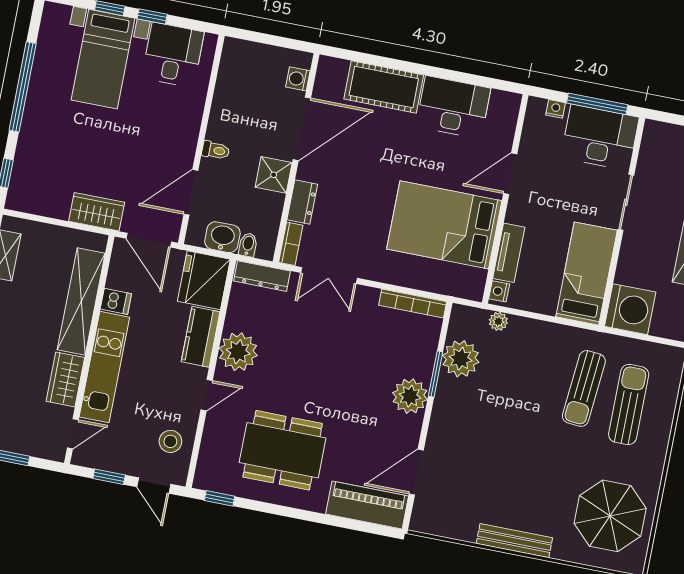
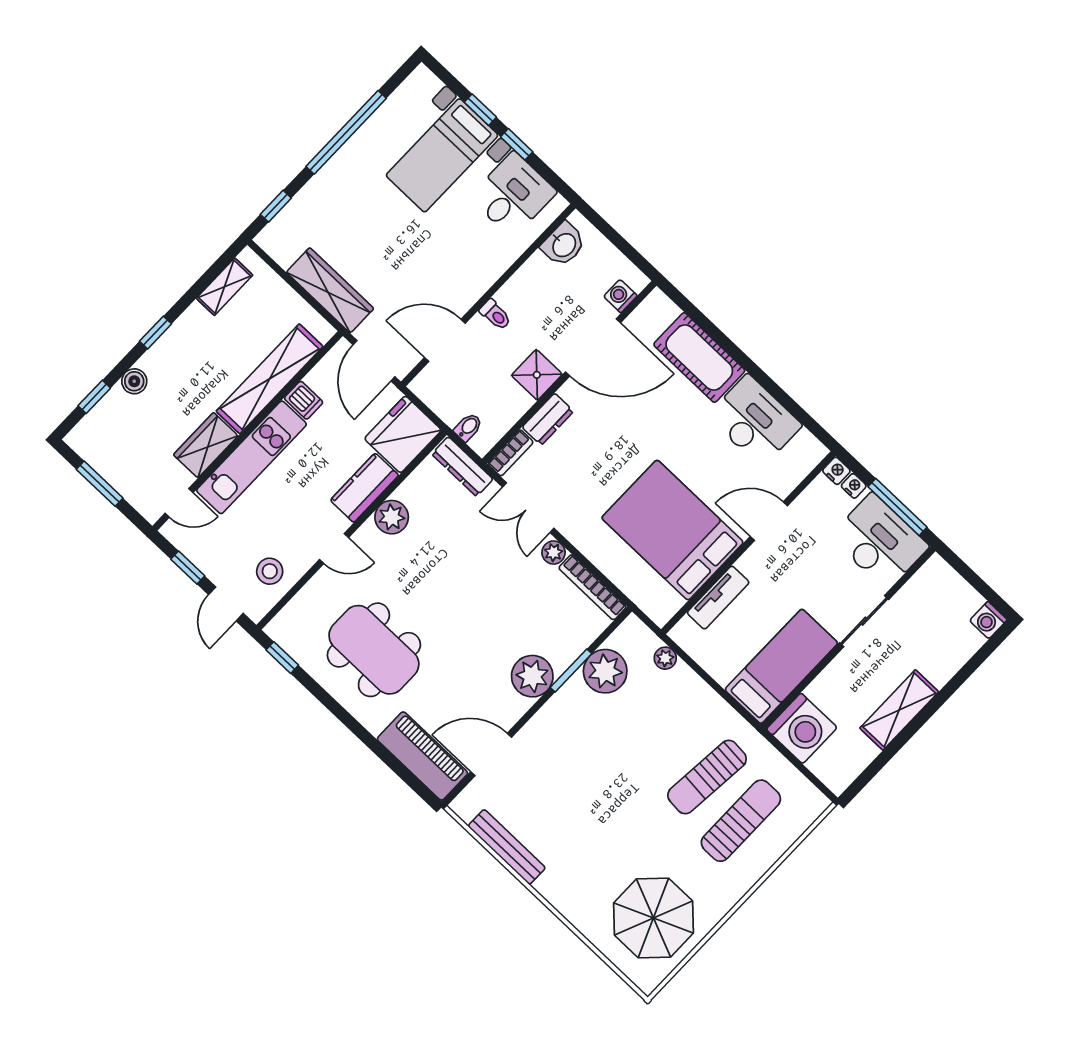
wardrobe: (97, 212) -> (330, 290), width x1.50
washbasin: (222, 237) -> (564, 244), moved, turned 90
nightstand: (499, 291) -> (836, 471), moved, turned 90
plant: (368, 296) -> (554, 552), added
plant: (238, 352) -> (392, 517), width x0.73, depth x0.73
bench: (514, 541) -> (507, 847), moved

